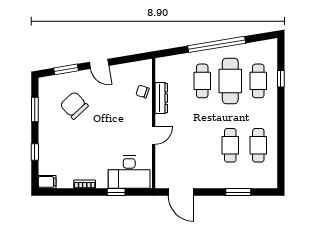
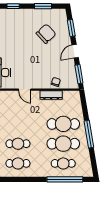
window: (217, 44) -> (89, 134), width x0.68
window: (131, 59) -> (79, 74), added
window: (281, 79) -> (65, 179), width x3.17
cafe table: (202, 81) -> (63, 124), width x1.37, depth x1.35

